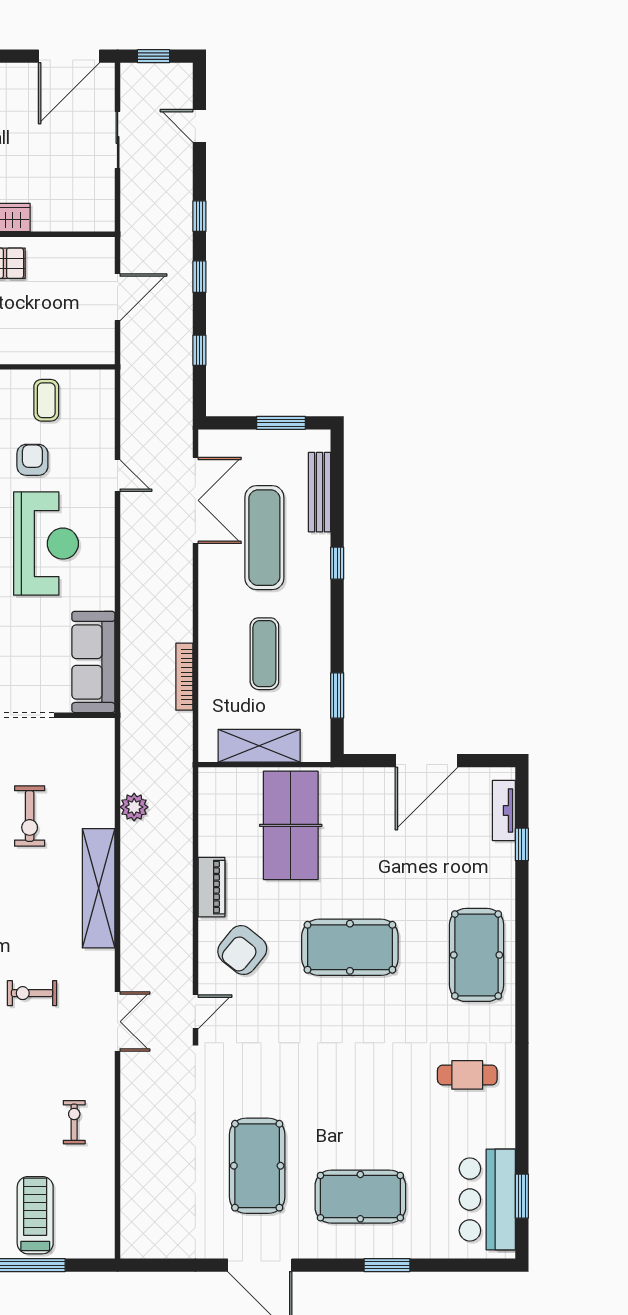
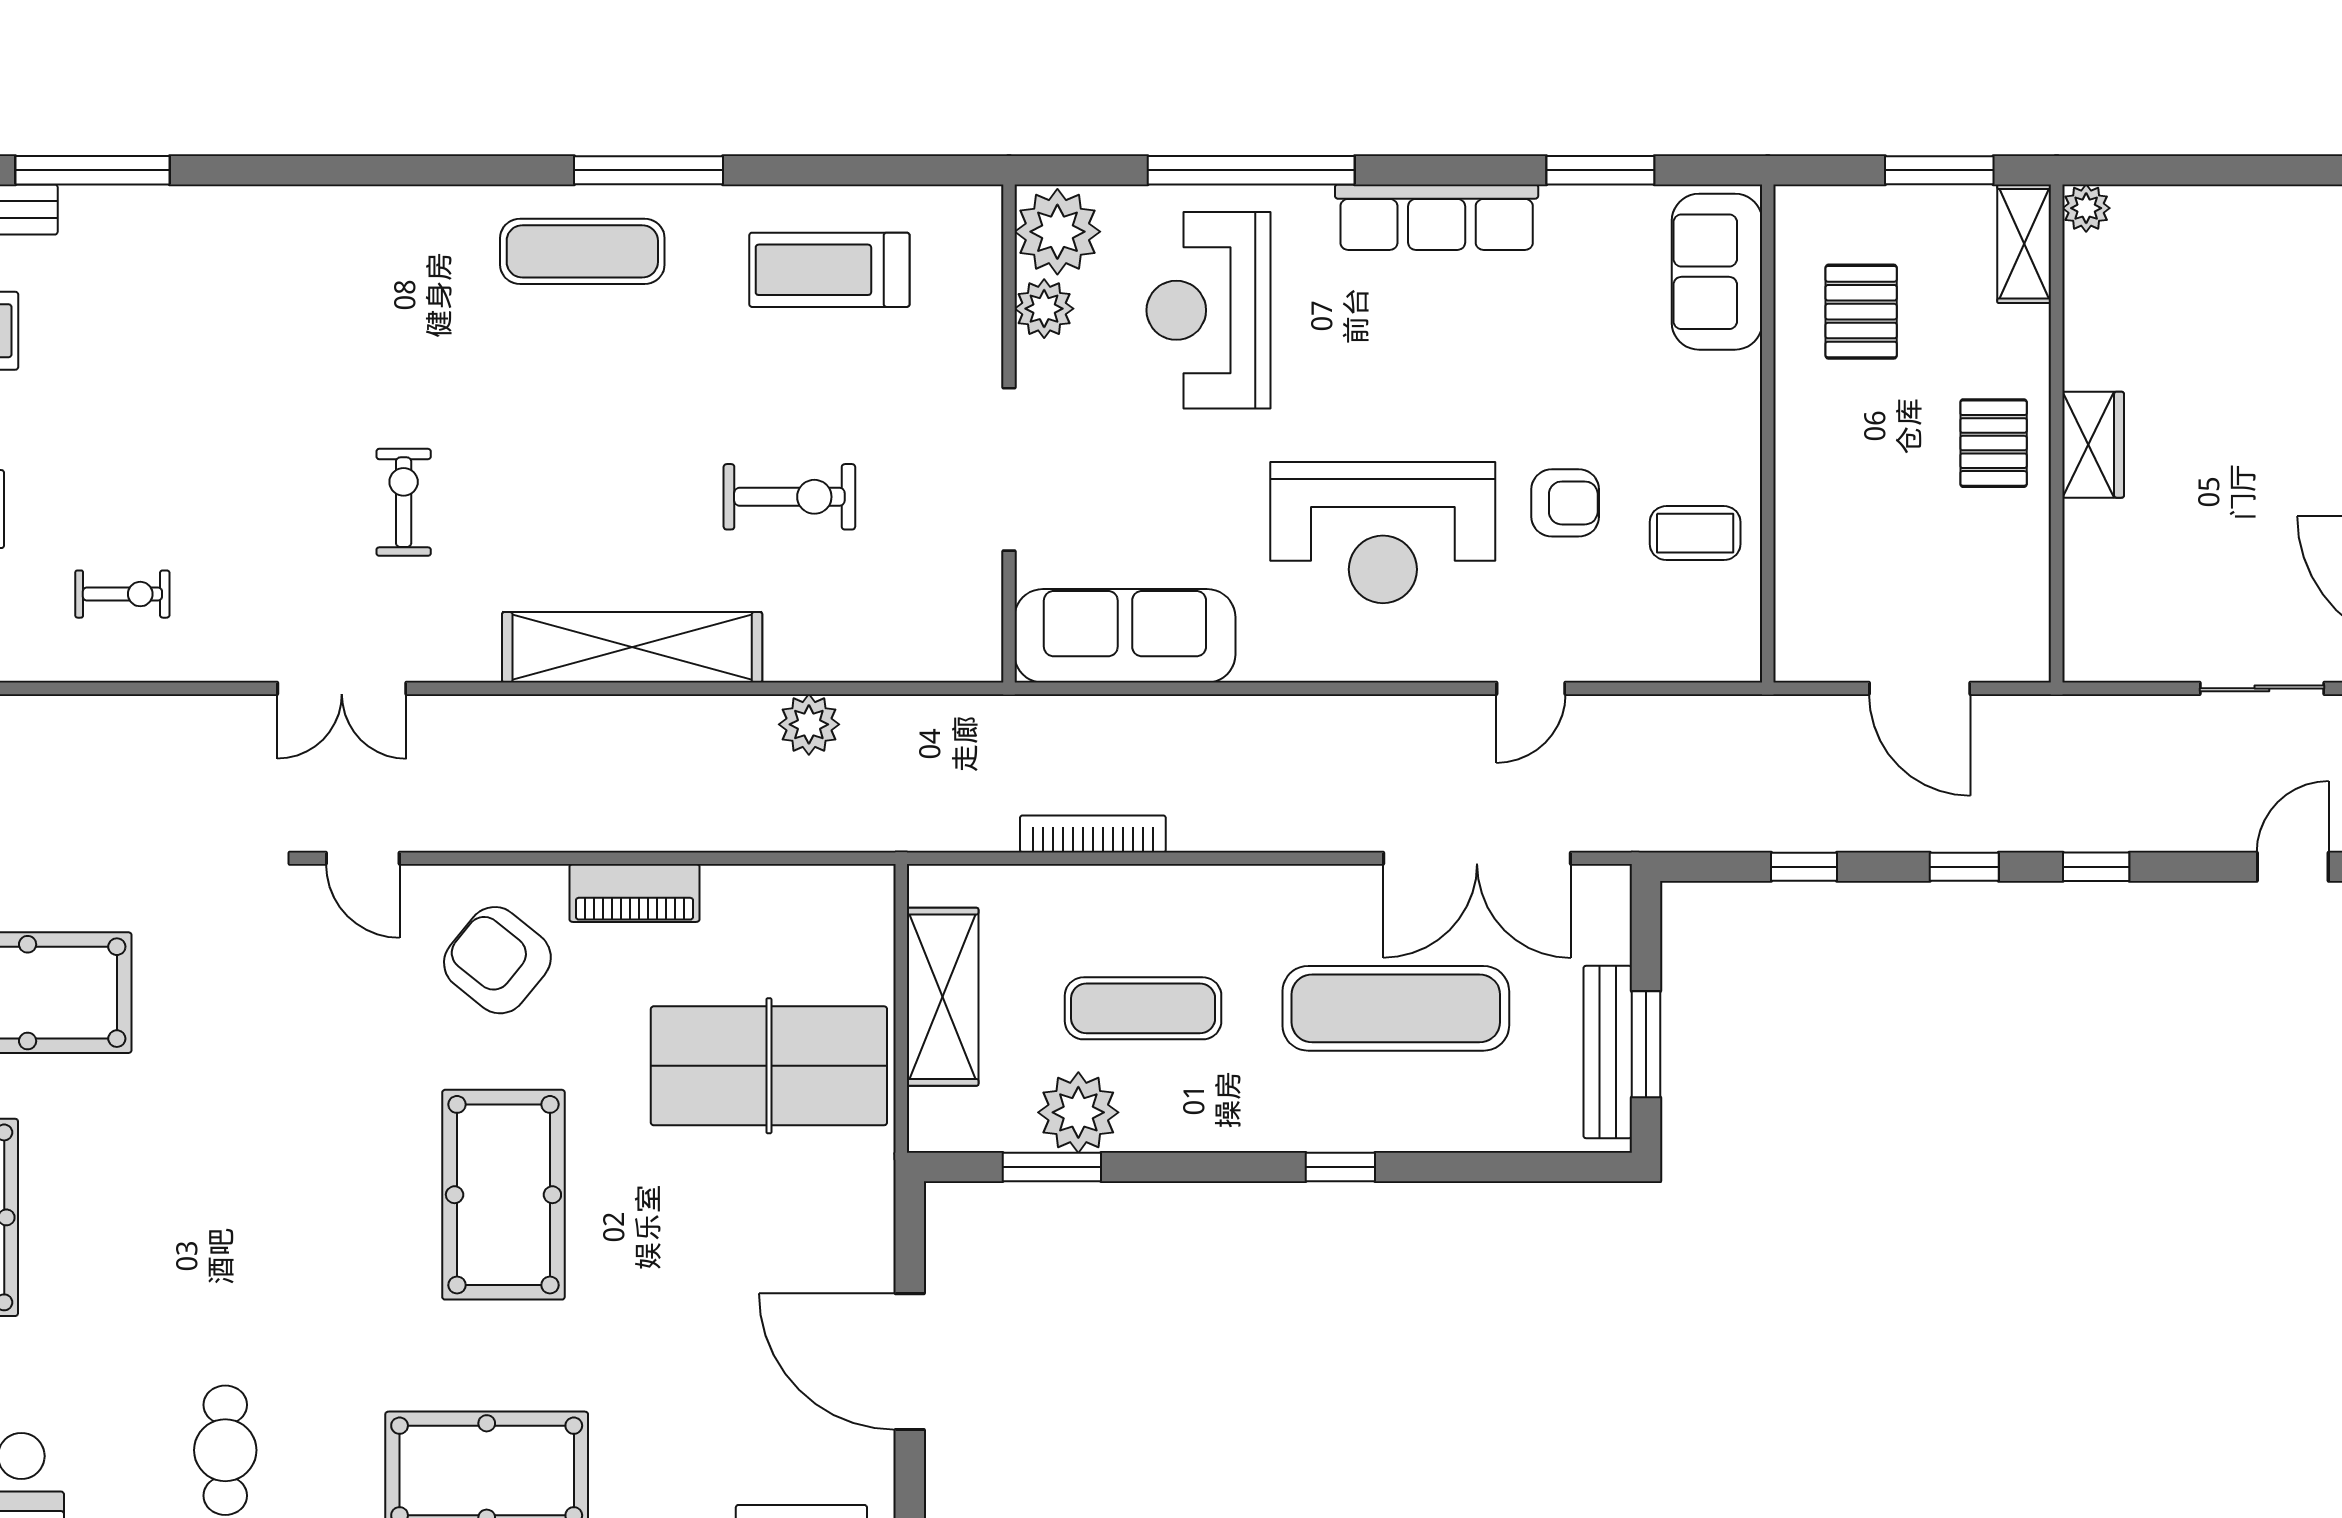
bench: (320, 492) -> (1608, 1052), moved, turned 90
plant: (312, 683) -> (1078, 1112), added
exercise bike: (30, 816) -> (789, 497), turned 180

